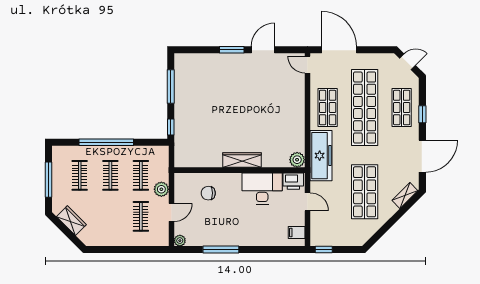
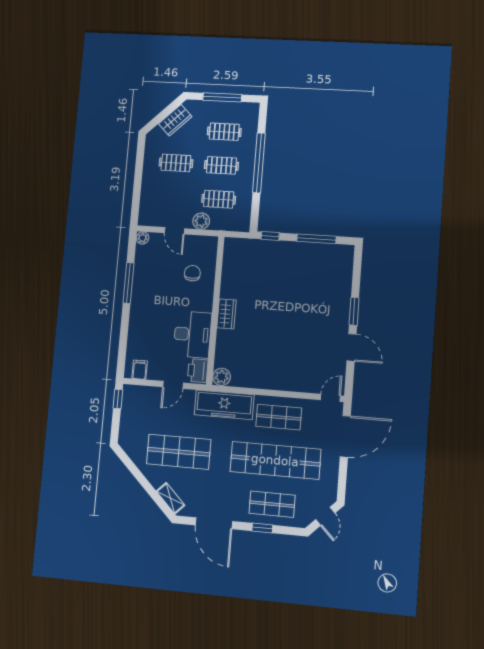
wardrobe: (242, 160) -> (227, 314), width x0.67
clothes rail: (141, 216) -> (176, 163), moved

